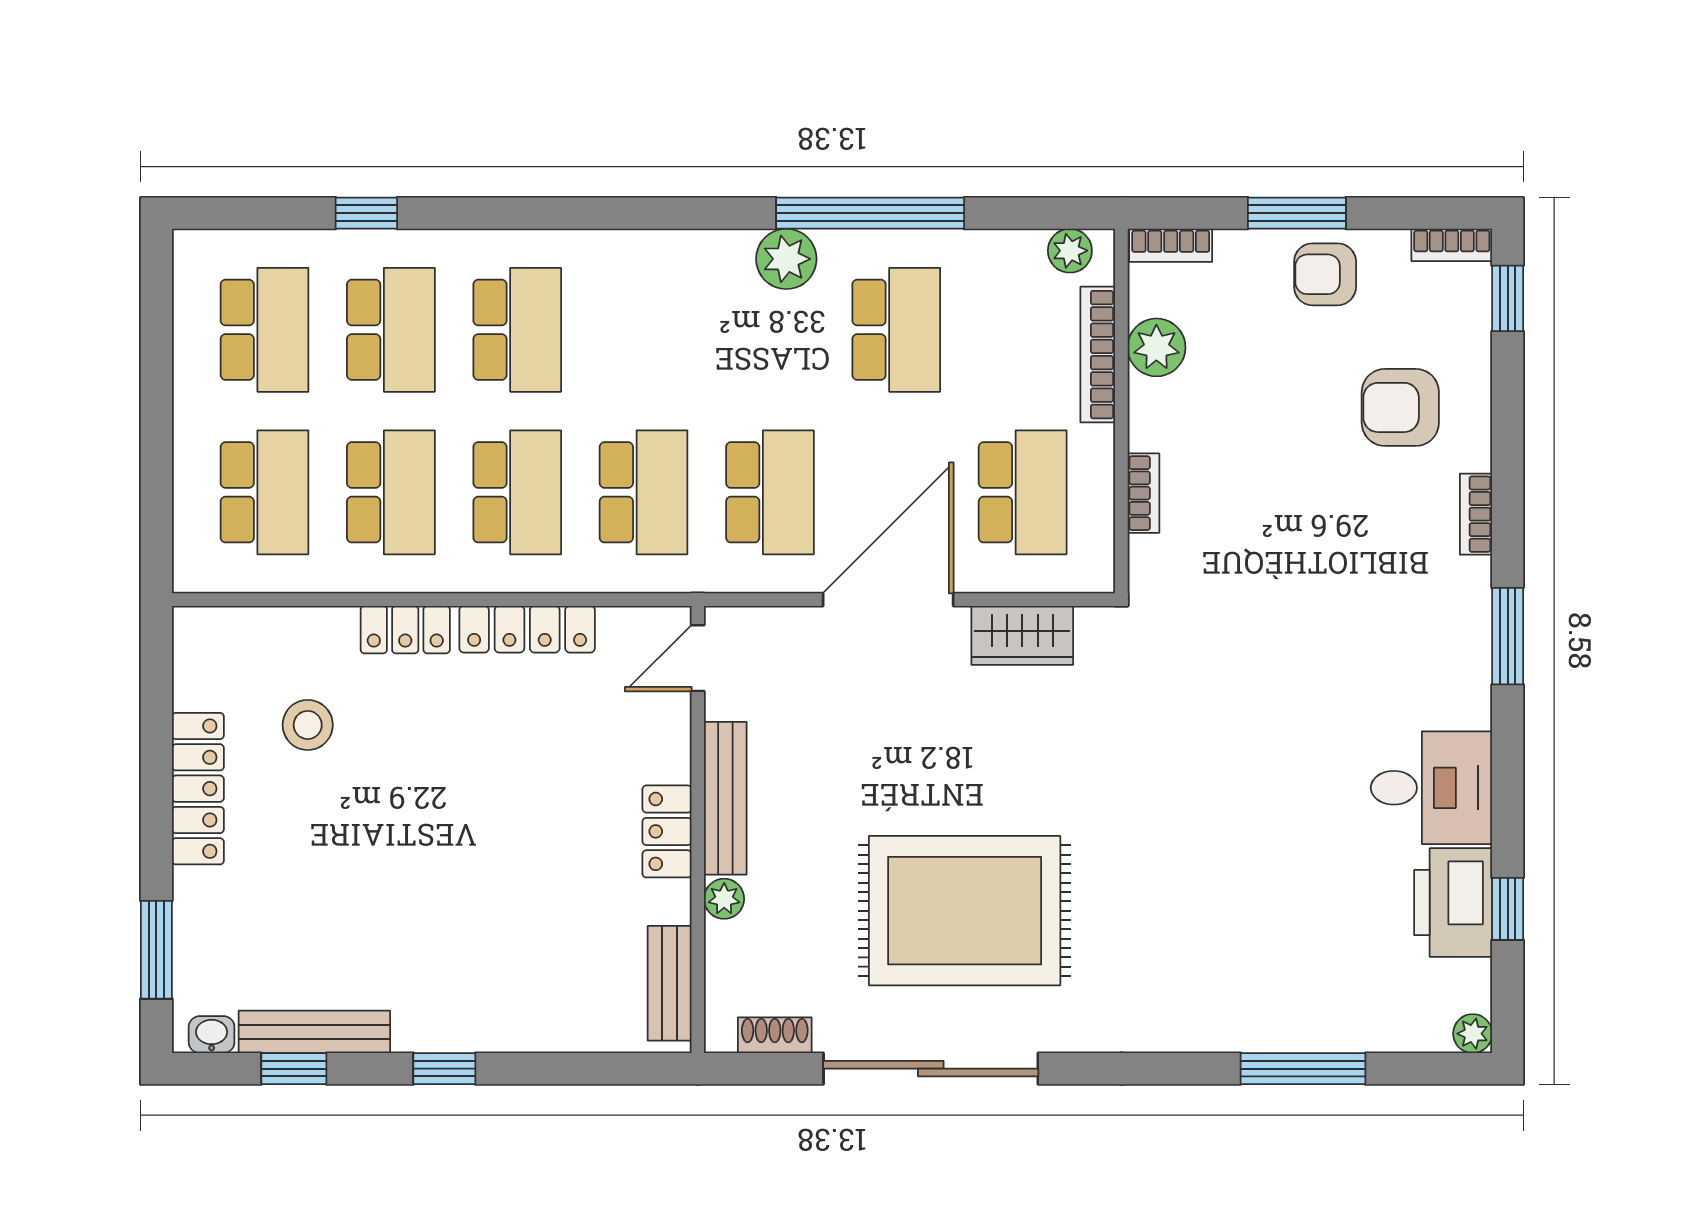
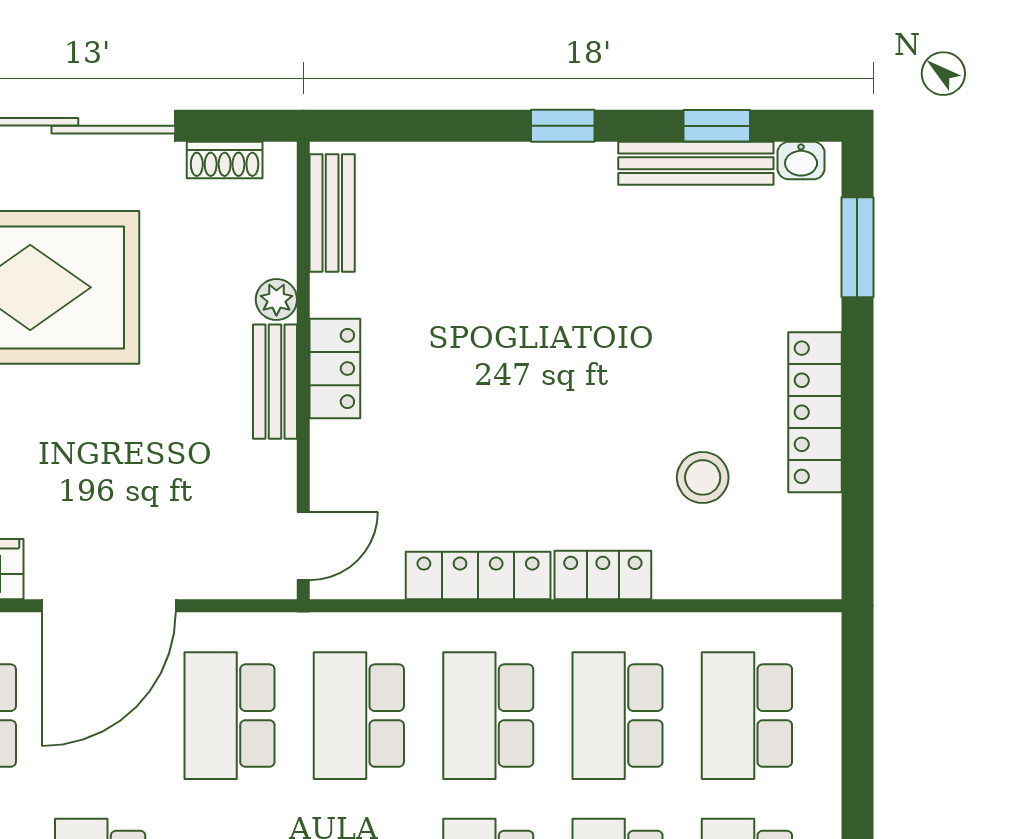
bench: (725, 798) -> (275, 382), width x0.73

